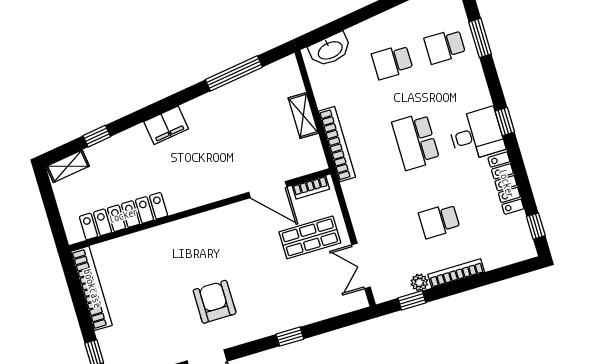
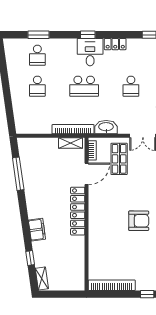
washbasin: (330, 50) -> (106, 127), moved, turned -82
shelving: (303, 116) -> (71, 143), moved
filing cabinet: (166, 125) -> (37, 230), moved
locker: (506, 183) -> (115, 44), width x0.66
locker: (123, 216) -> (78, 211), moved
armchair: (215, 302) -> (139, 221), turned 180

